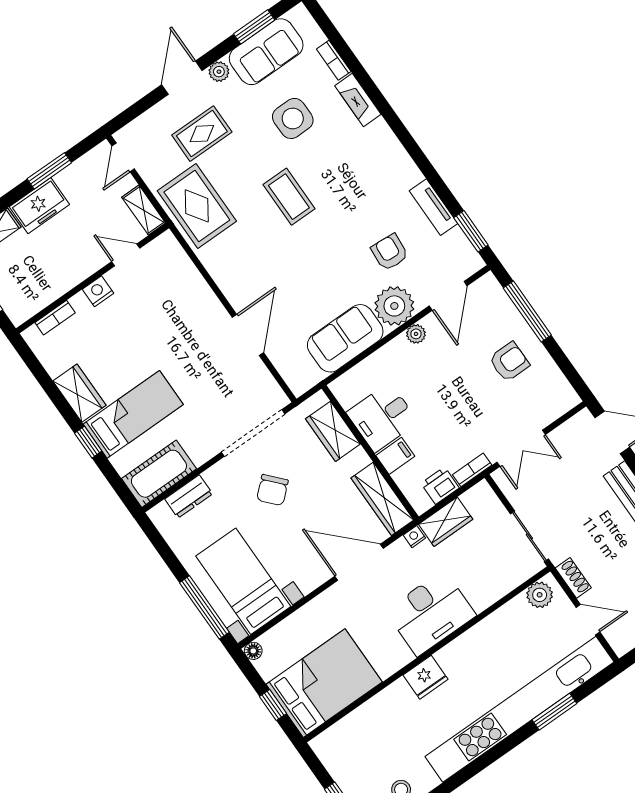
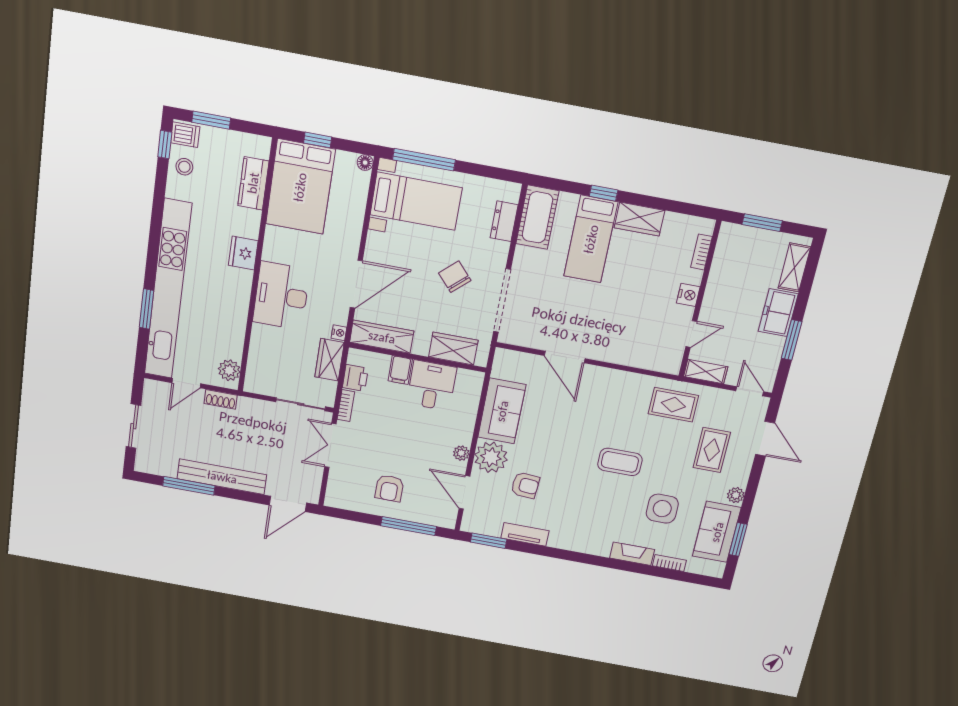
door: (182, 78) -> (765, 439), moved
rug: (197, 206) -> (673, 405), width x0.73, depth x0.70
sliding door: (529, 537) -> (301, 404), moved
kitchen counter: (359, 723) -> (253, 183), added

